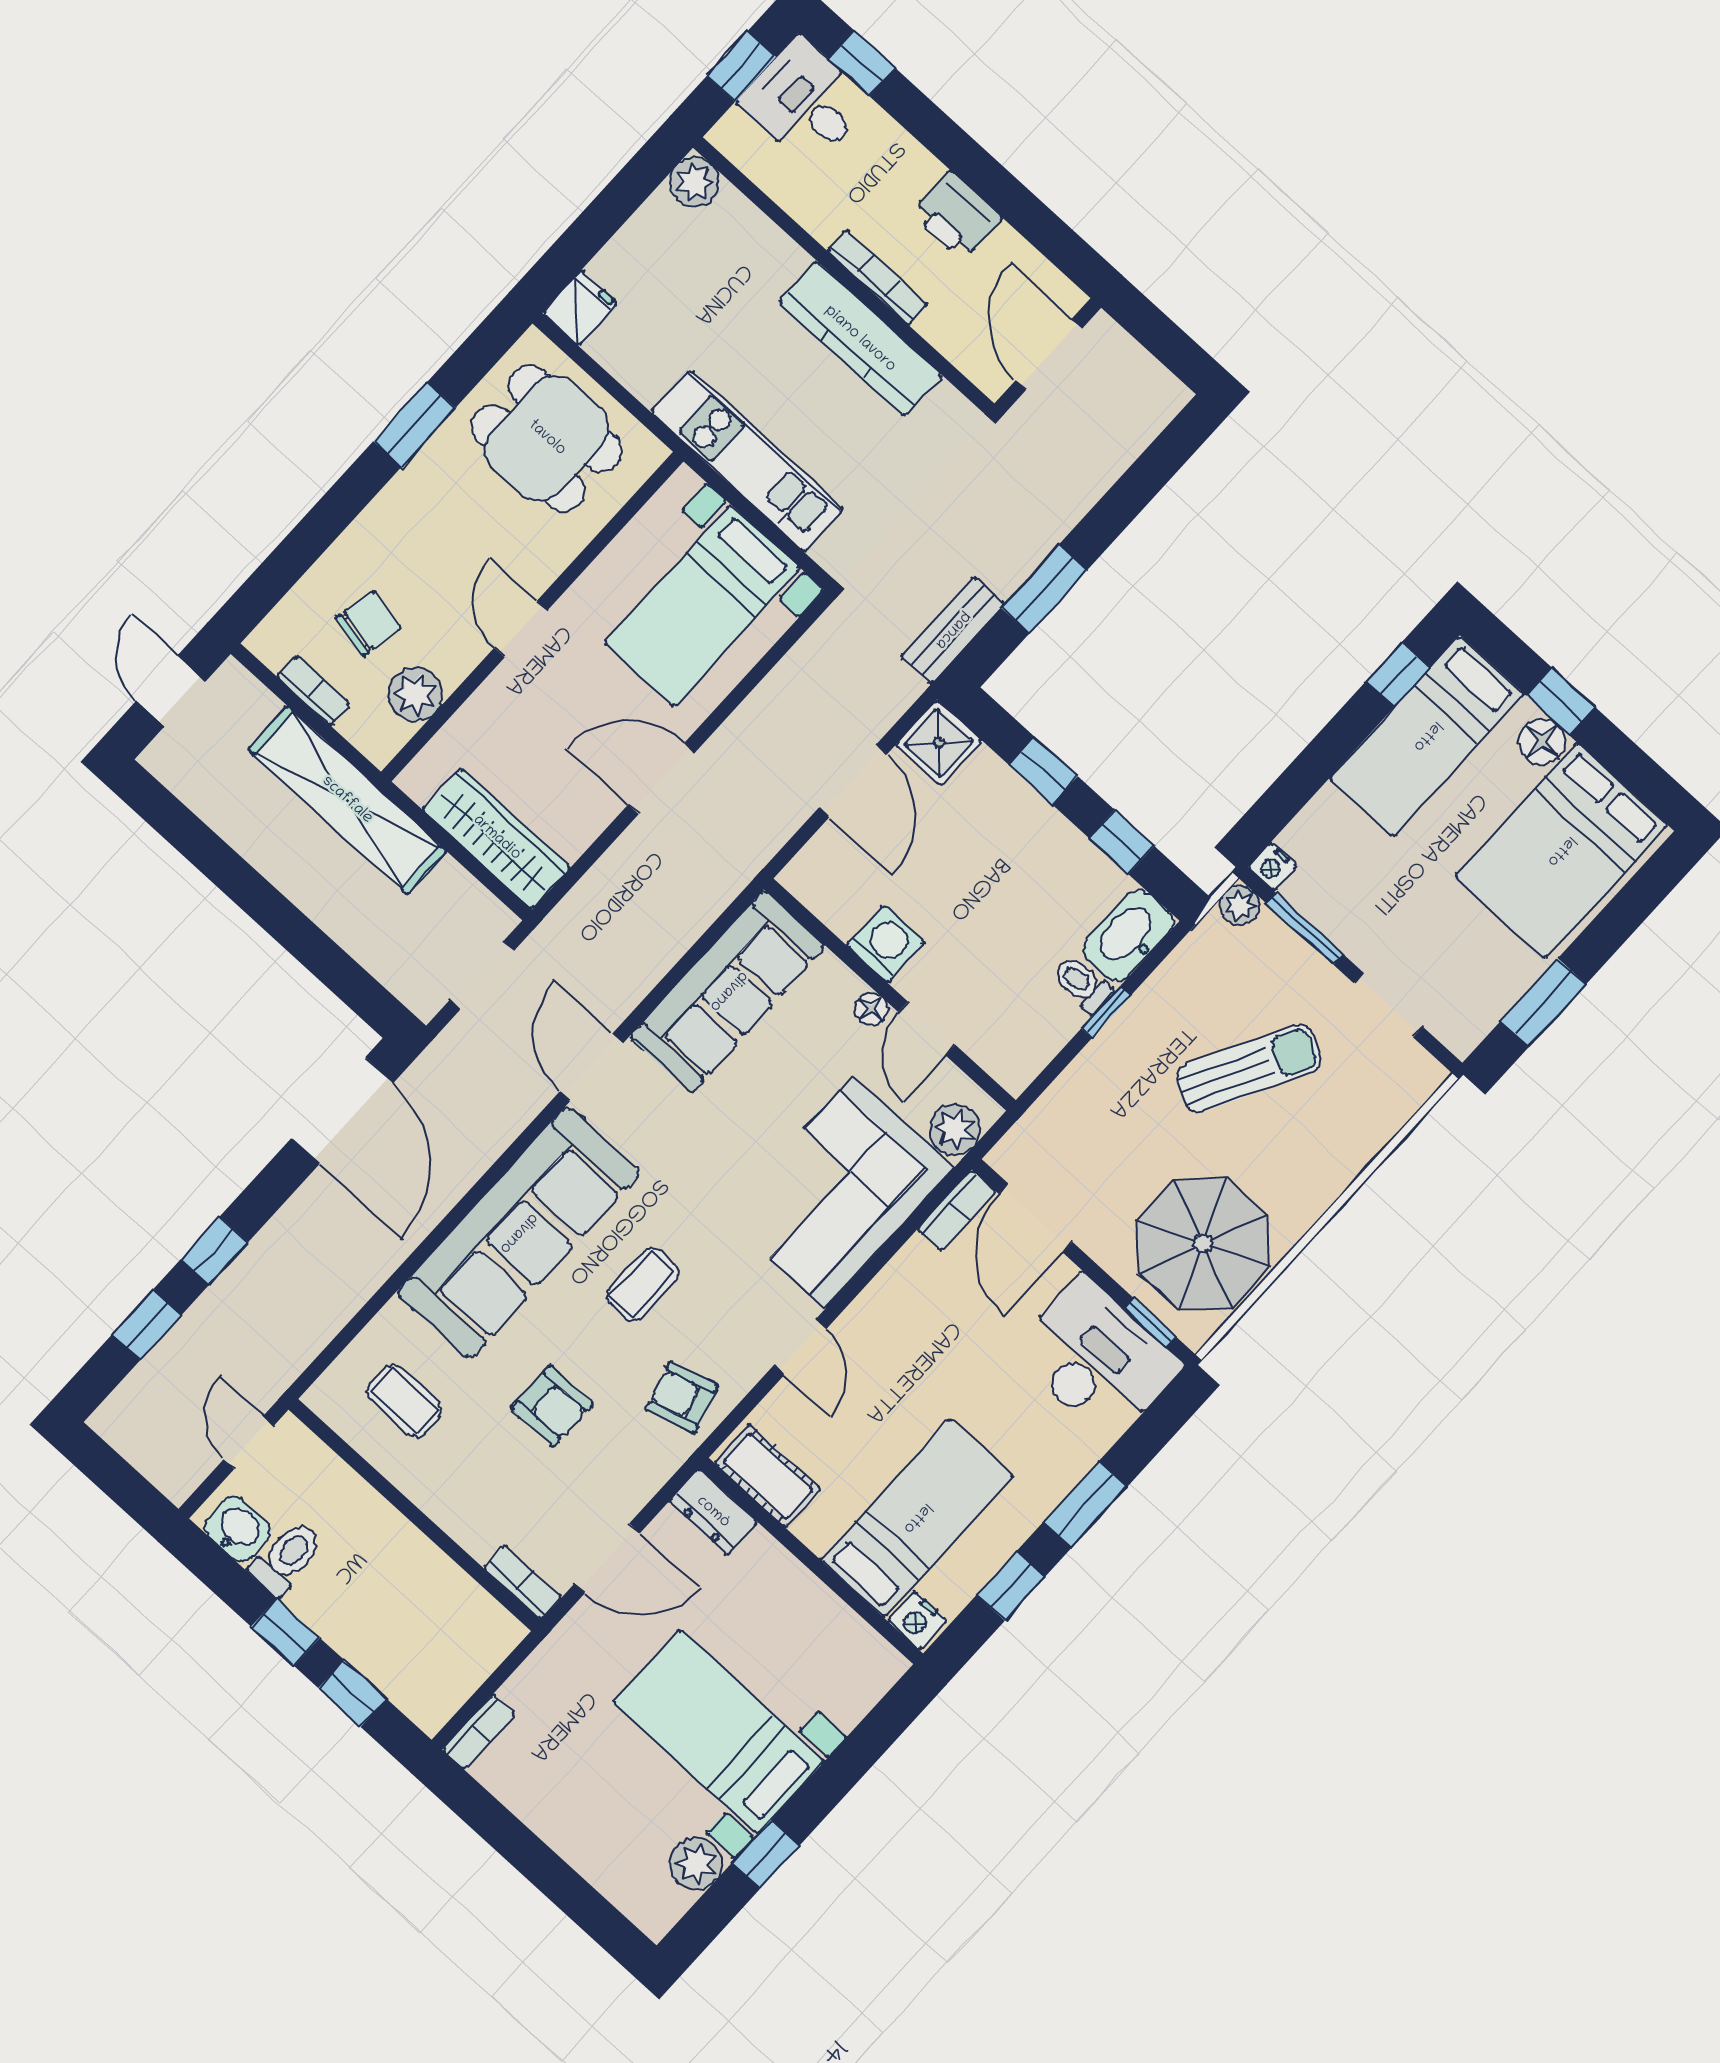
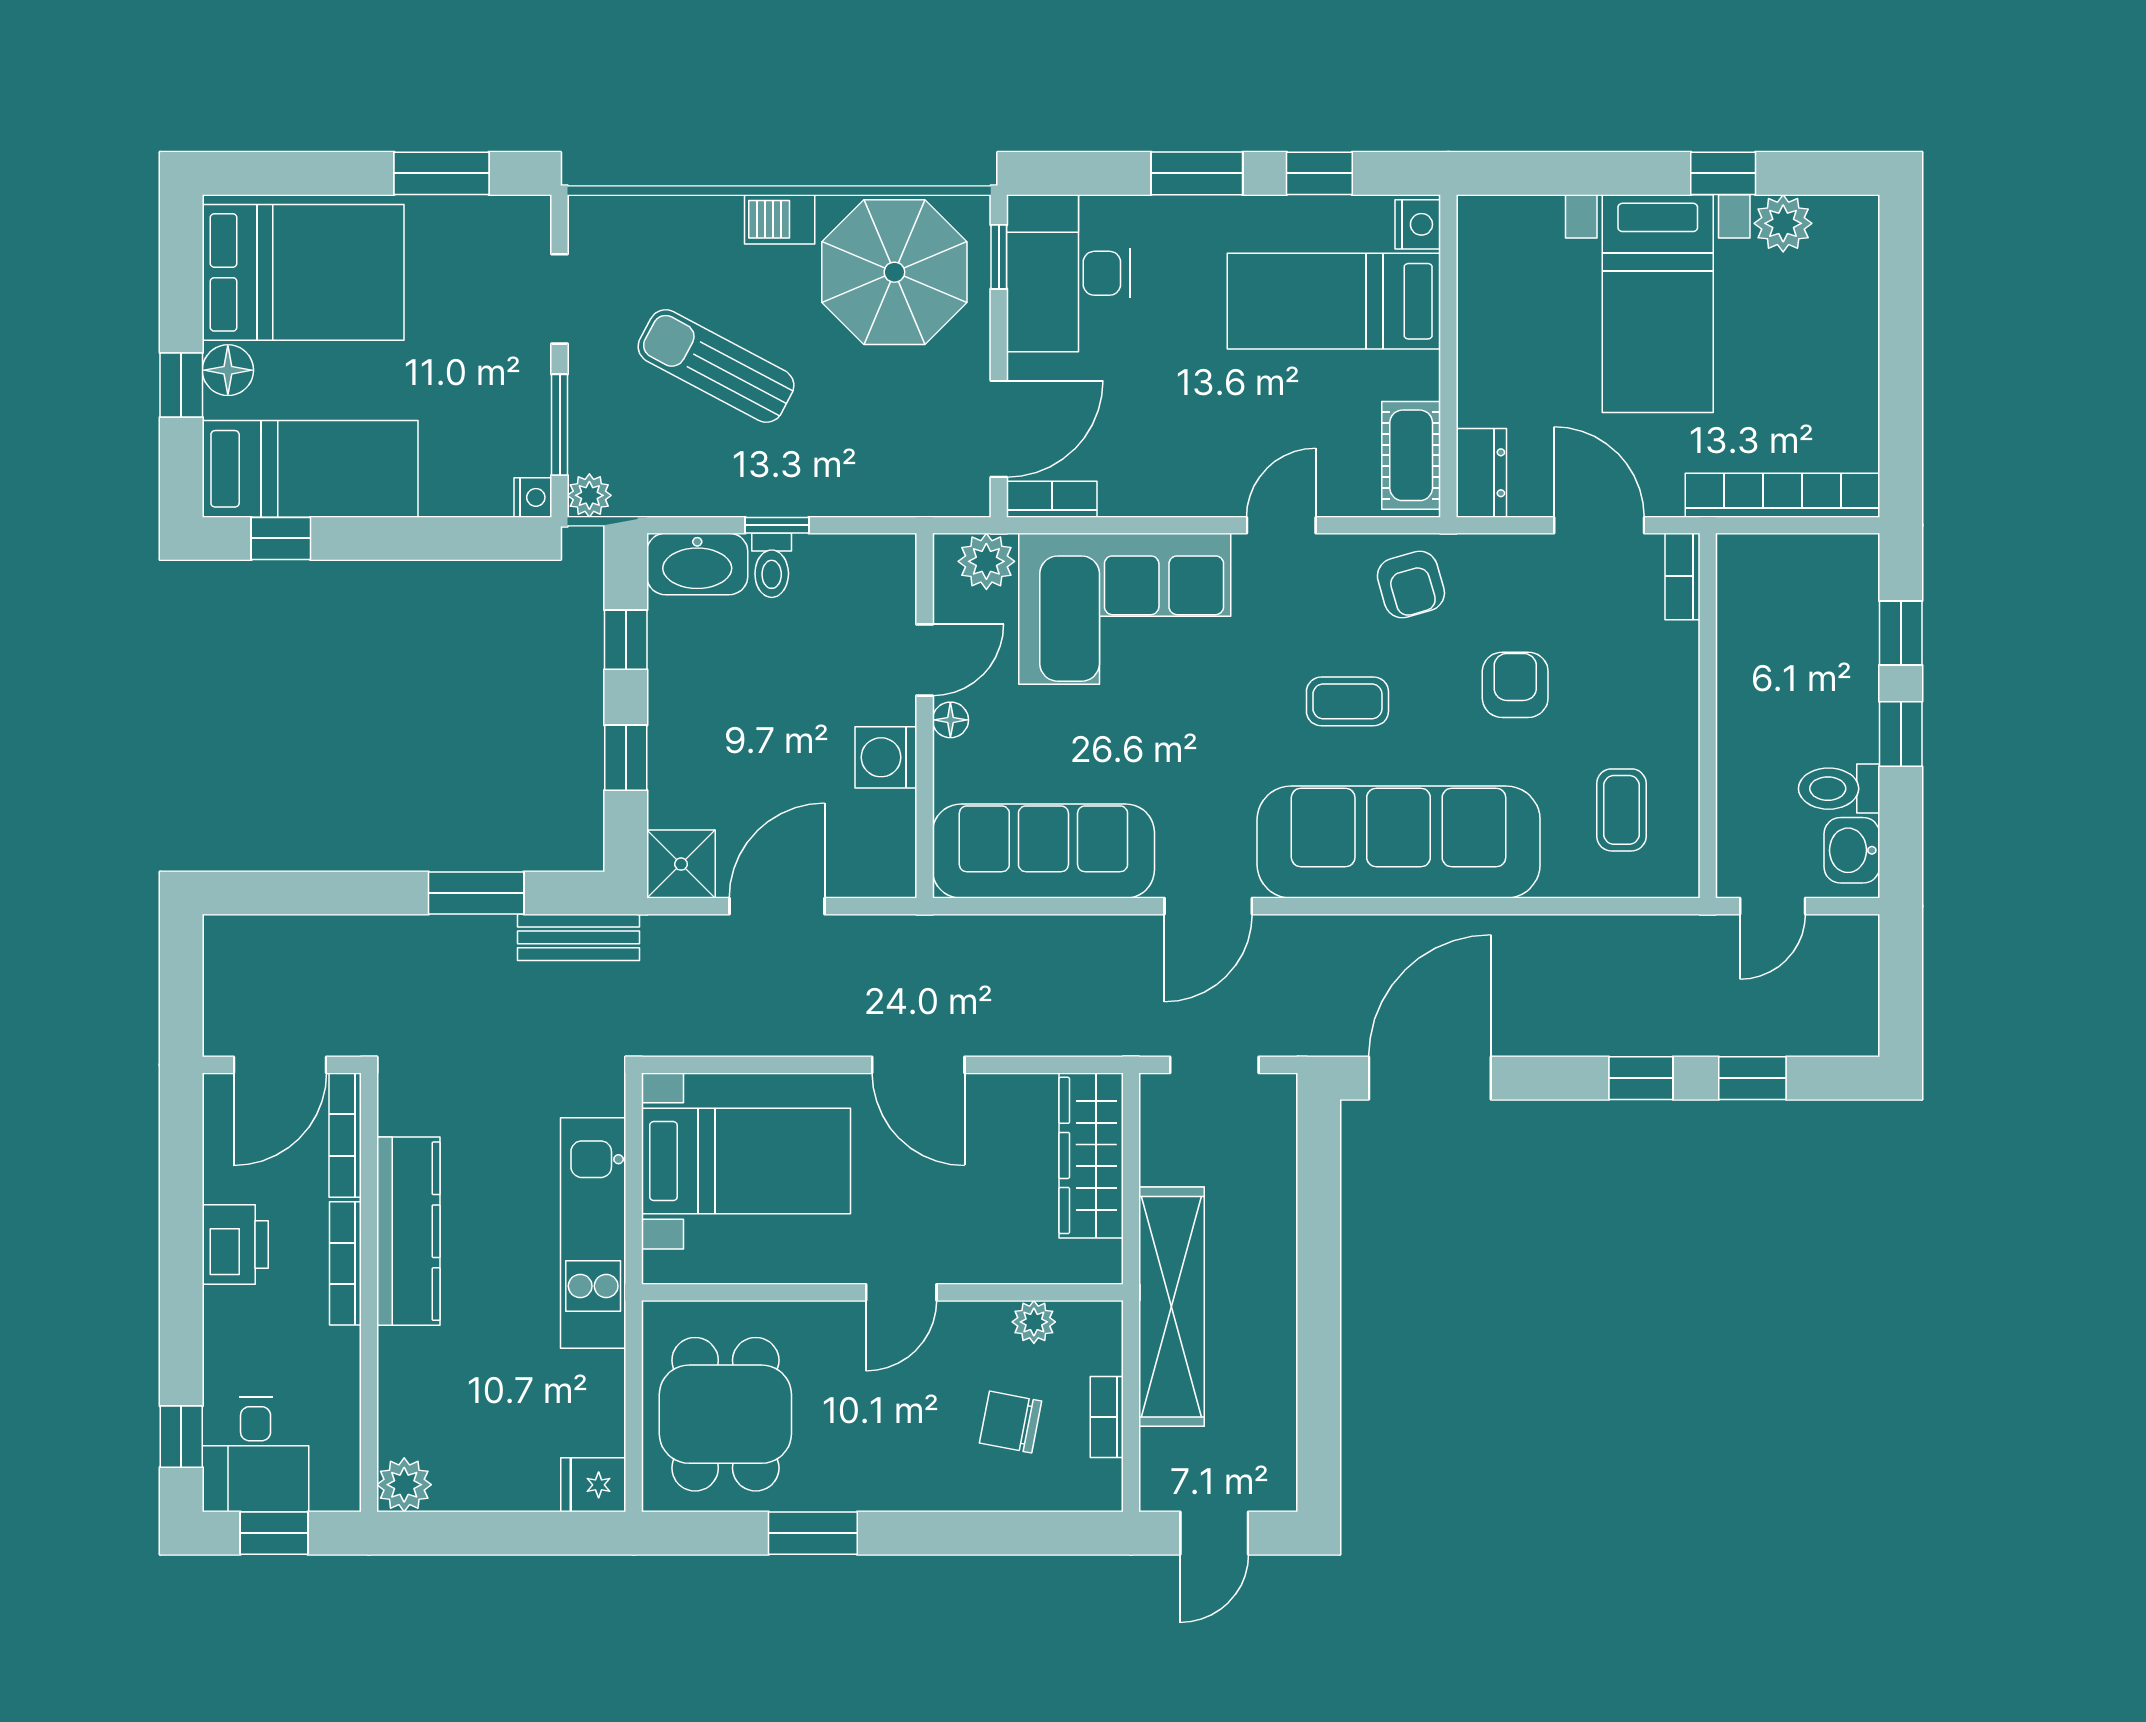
bookcase: (963, 355) -> (345, 1135), added
plant: (415, 694) -> (1034, 1322), width x0.73, depth x0.73
barbecue: (1307, 1200) -> (780, 219), added
bookcase: (479, 1732) -> (1782, 495), width x2.31, depth x1.31

